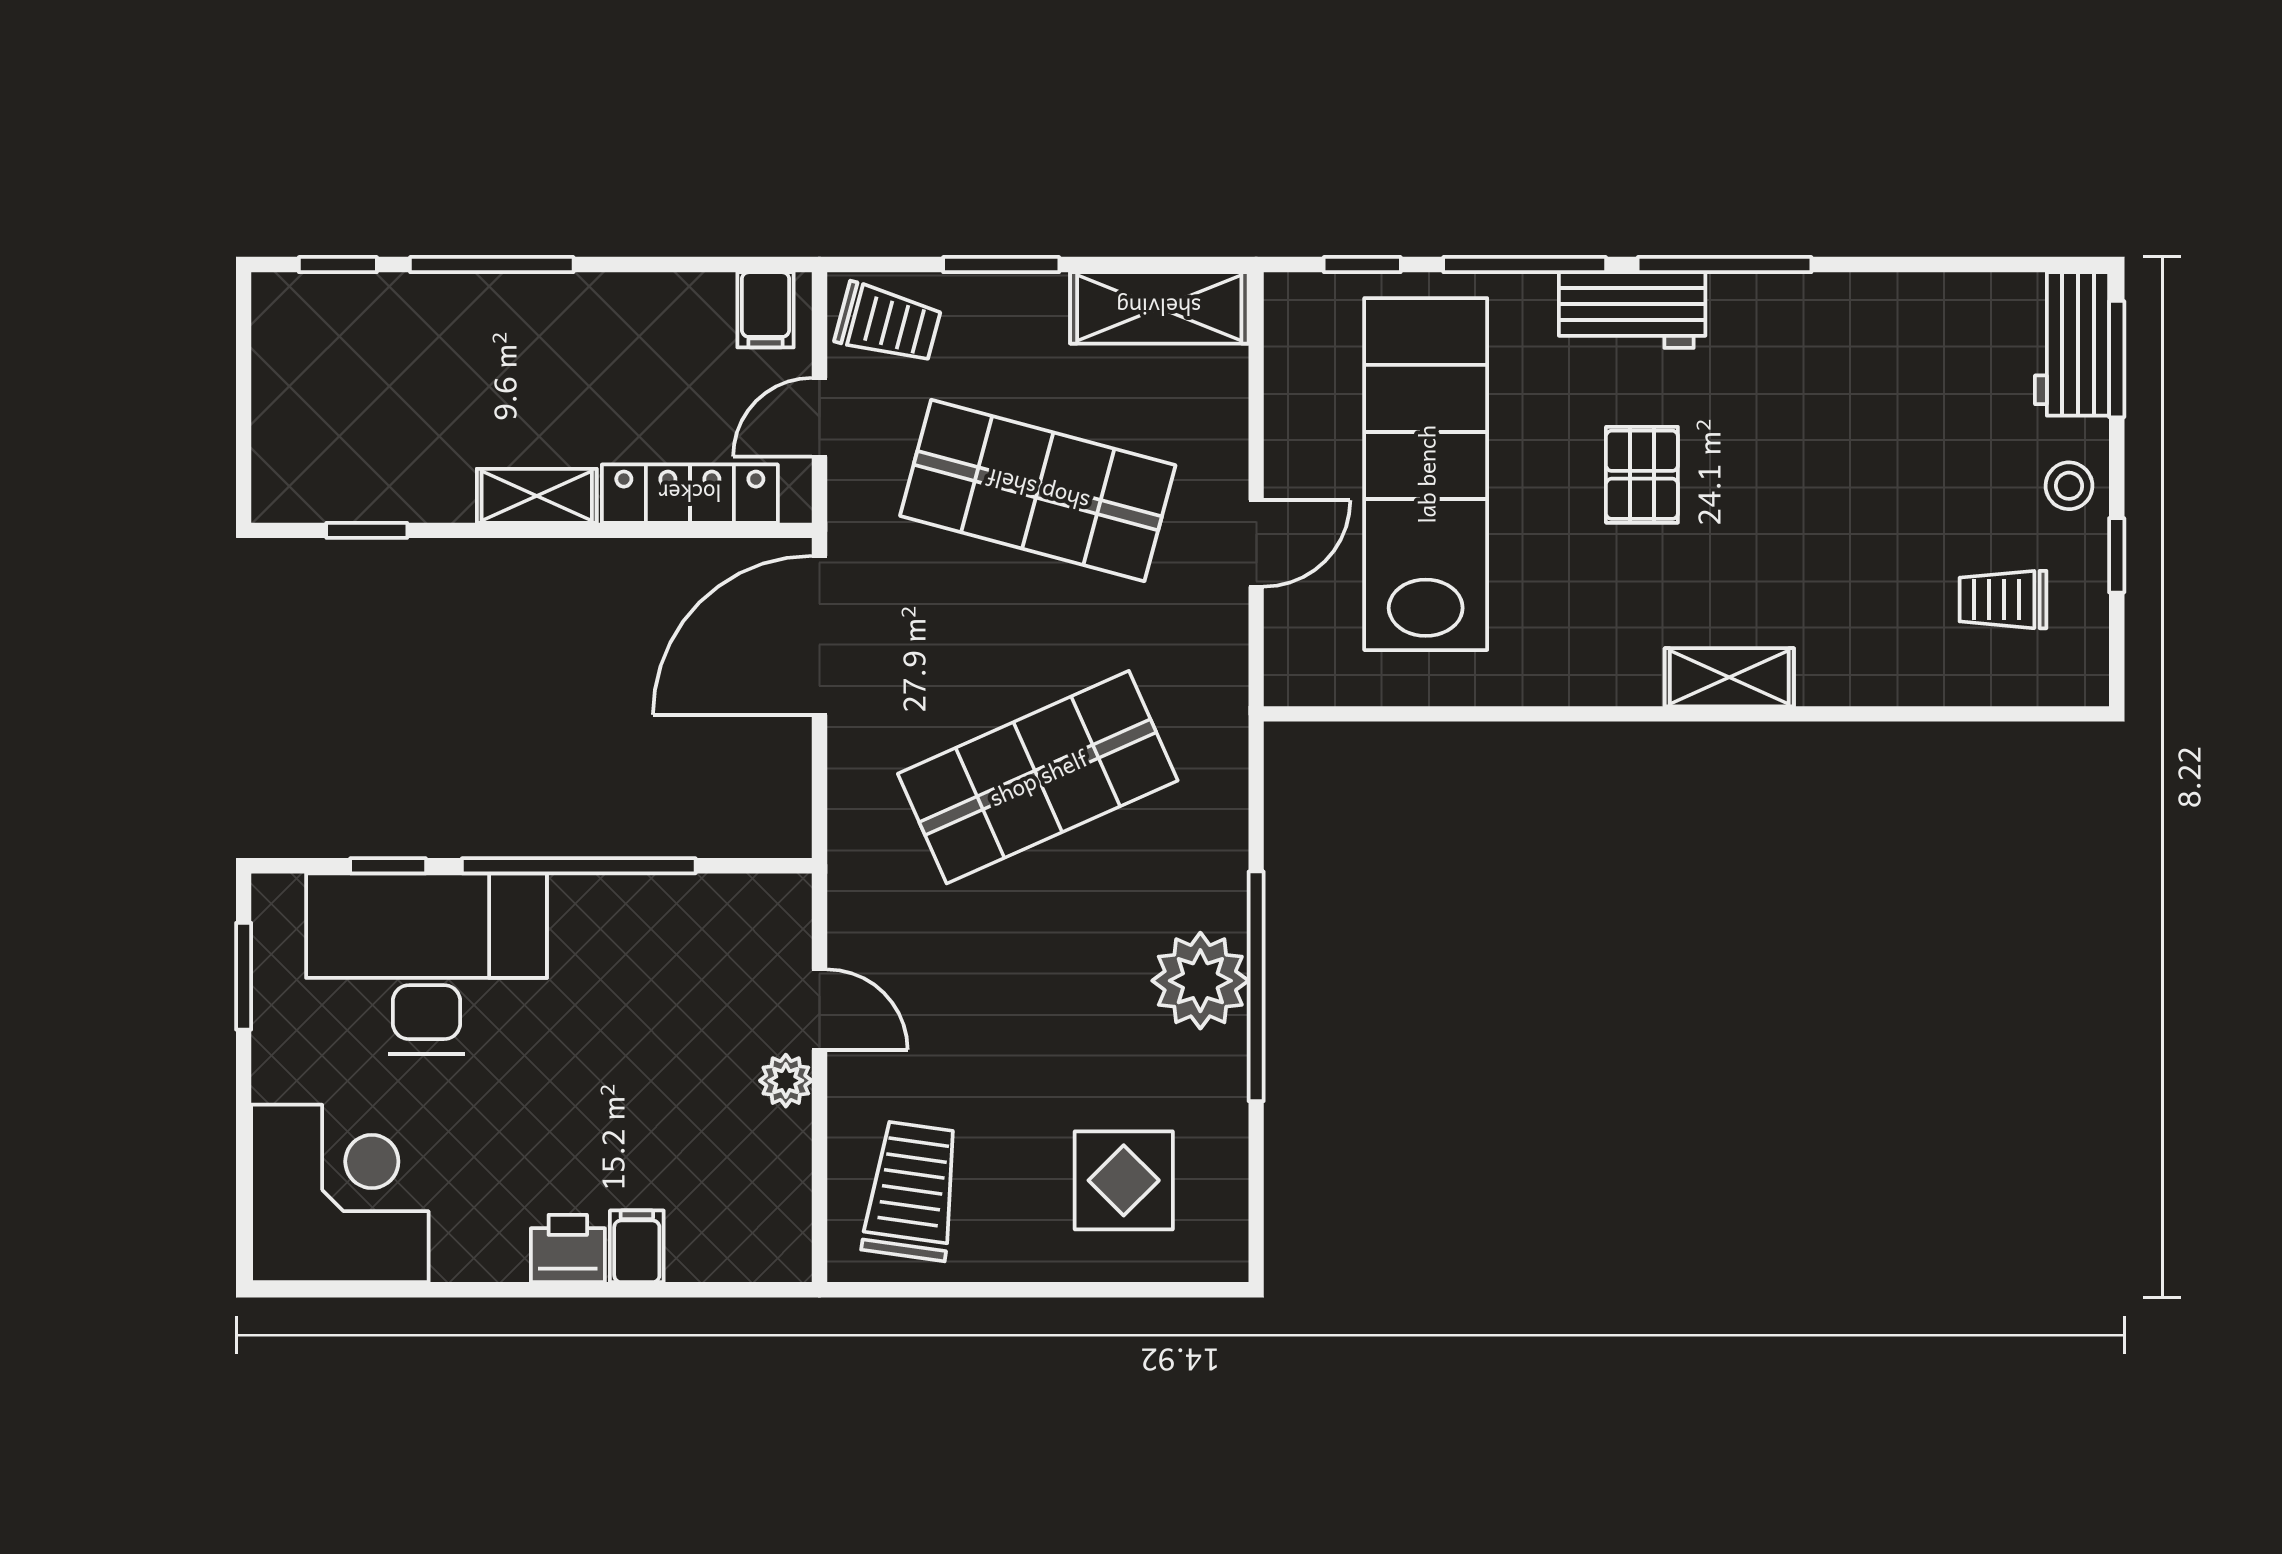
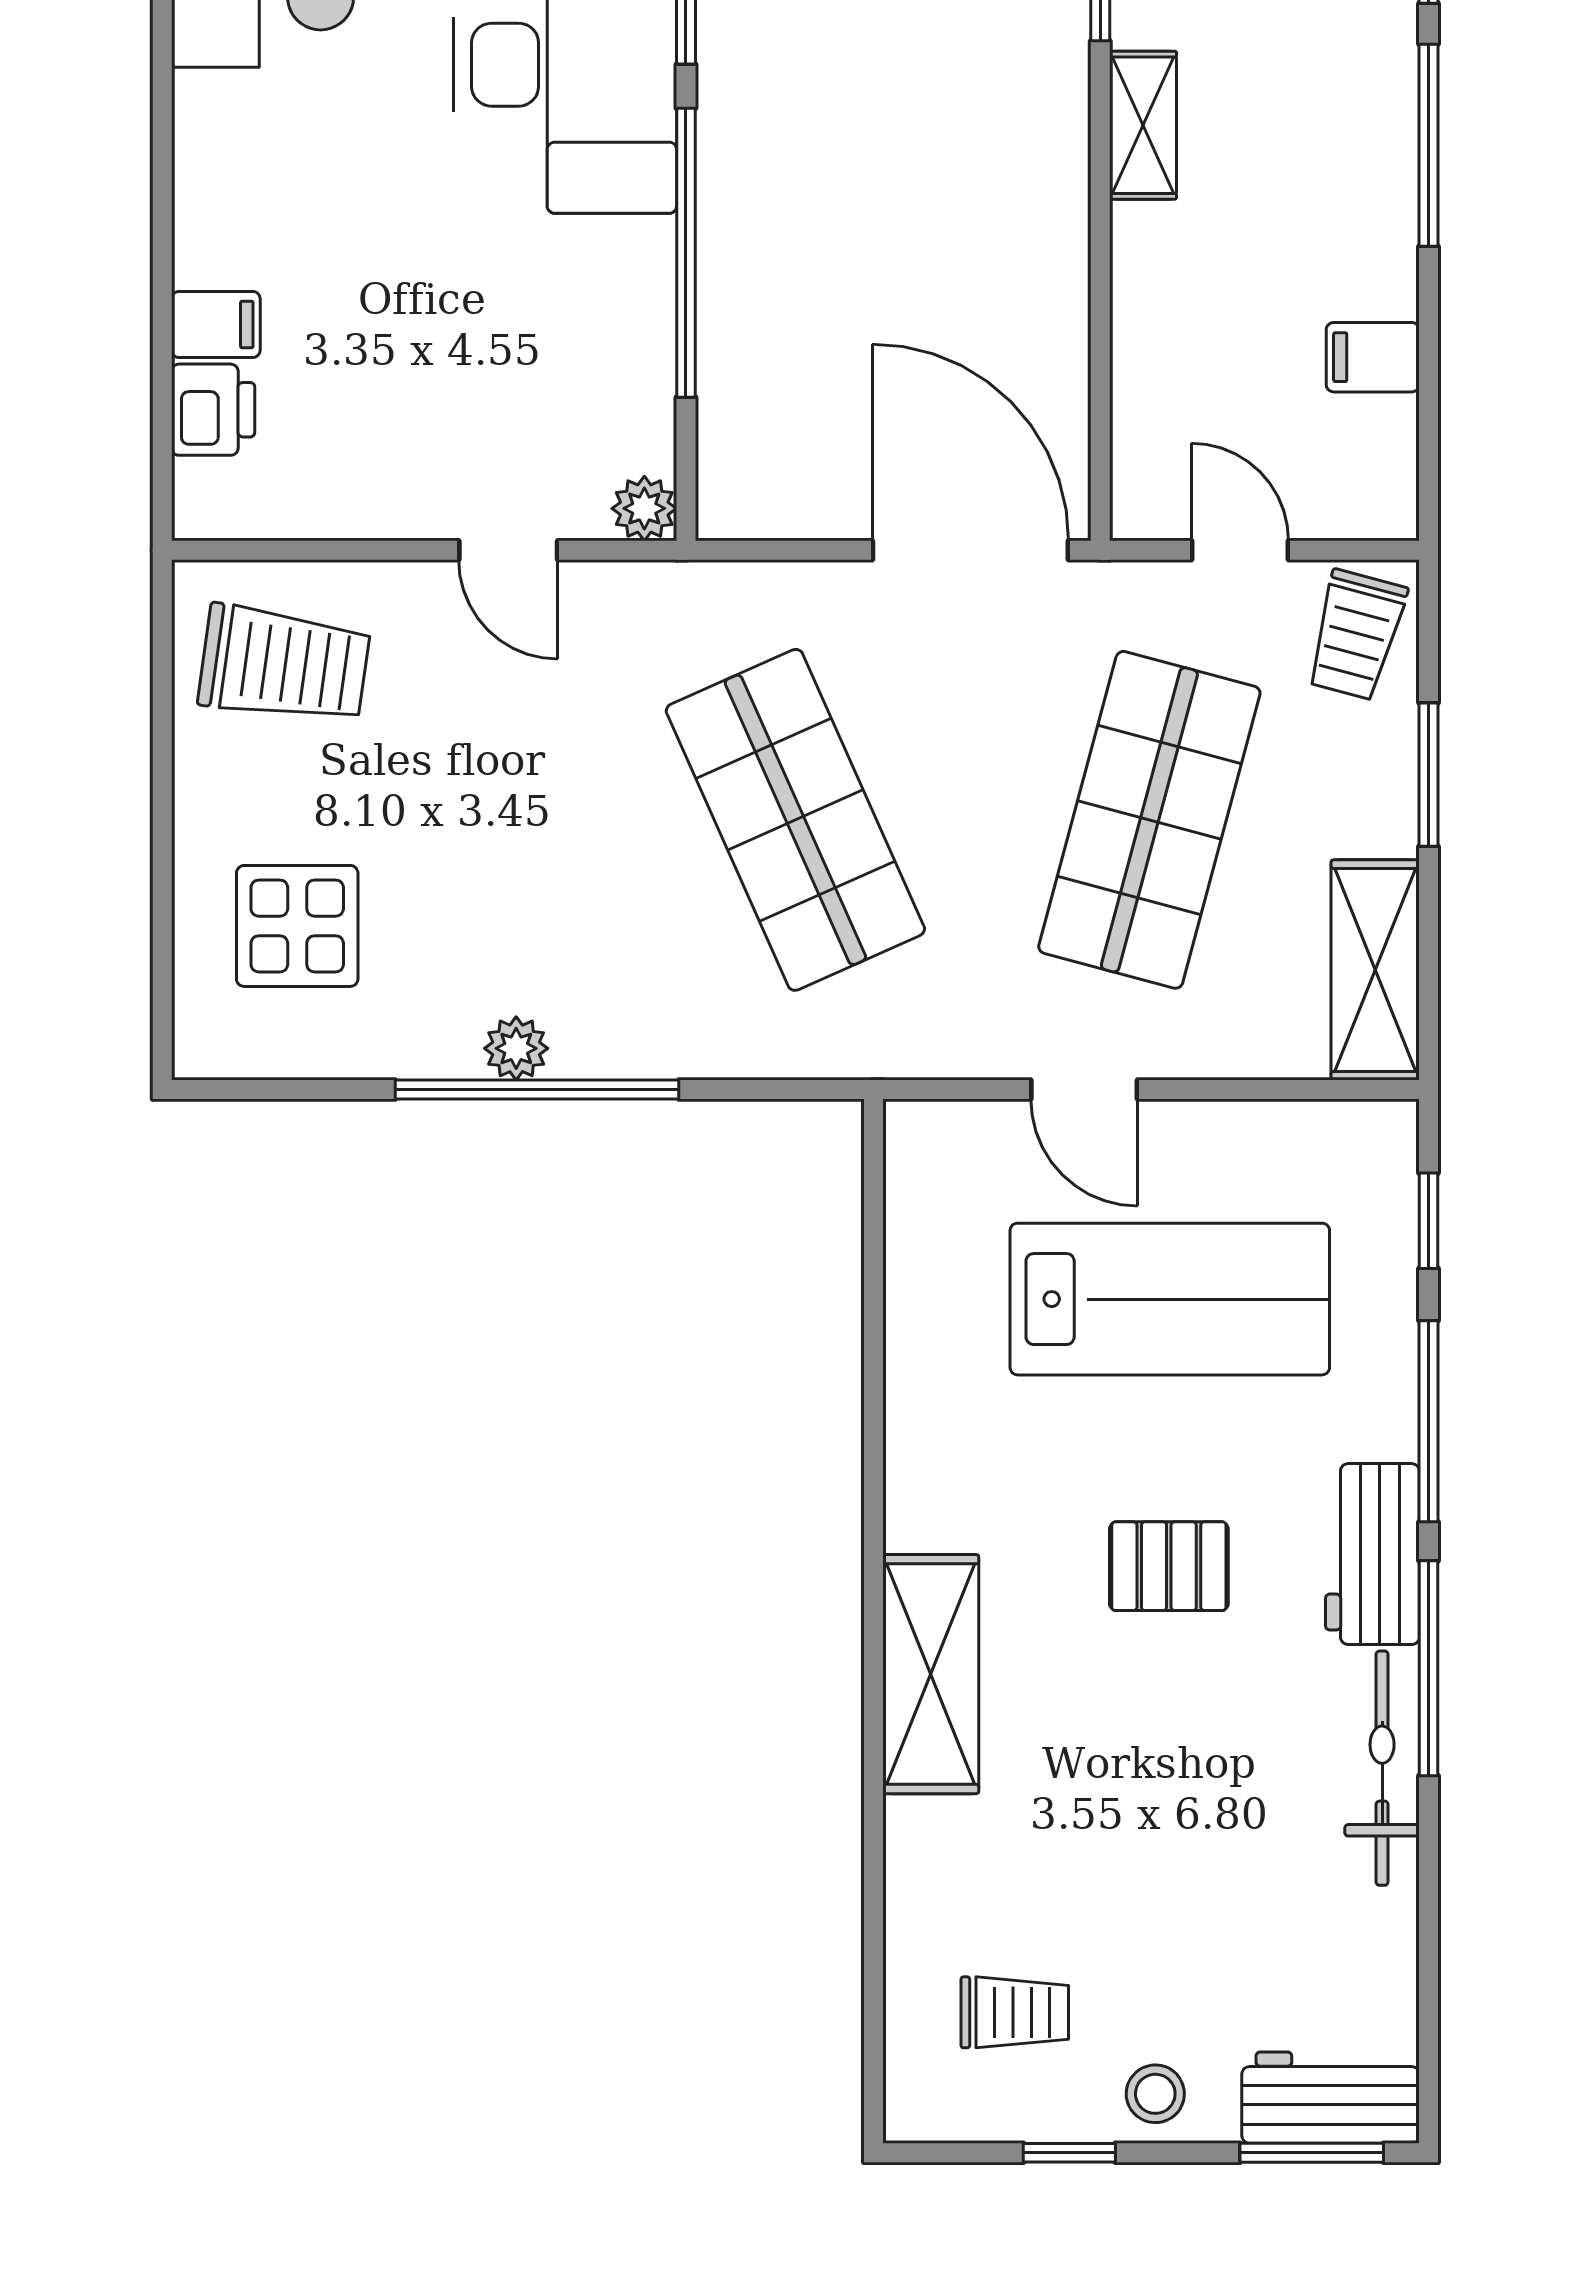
bicycle: (1805, 302) -> (1382, 1768), added
filing cabinet: (766, 310) -> (1373, 357), moved
lab bench: (1426, 474) -> (1170, 1299), width x0.73
locker: (690, 494) -> (1146, 390), removed
shelving: (537, 496) -> (1143, 125), moved
trolley: (2003, 600) -> (1015, 2012), turned 90
shelving: (1729, 677) -> (931, 1674), width x1.50, depth x1.33
plant: (1200, 981) -> (516, 1048), width x0.53, depth x0.53
door: (819, 1010) -> (508, 550), hinge flipped
plant: (786, 1081) -> (644, 508), moved
printer: (568, 1248) -> (213, 410), moved

